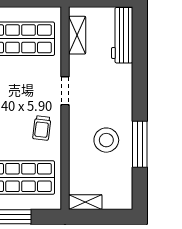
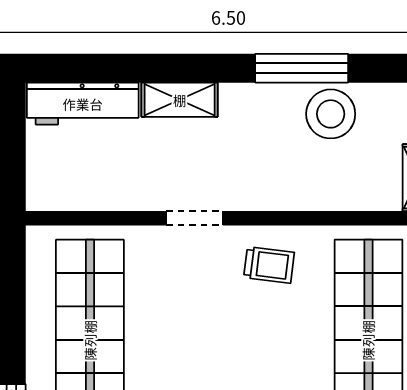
shelving: (77, 35) -> (180, 100), moved
stool: (106, 140) -> (331, 114), moved

